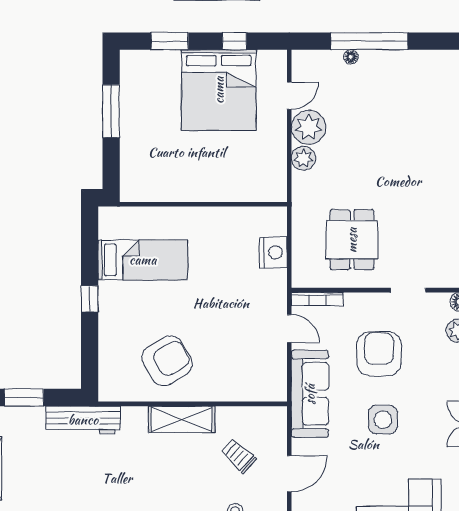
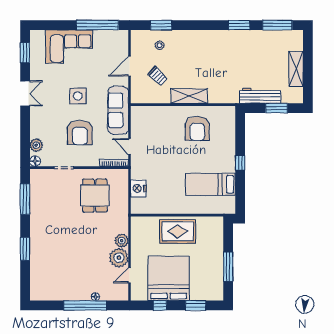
rug: (202, 175) -> (178, 231), added
armchair: (167, 361) -> (197, 129), turned -60
workbench: (83, 420) -> (260, 96), moved

